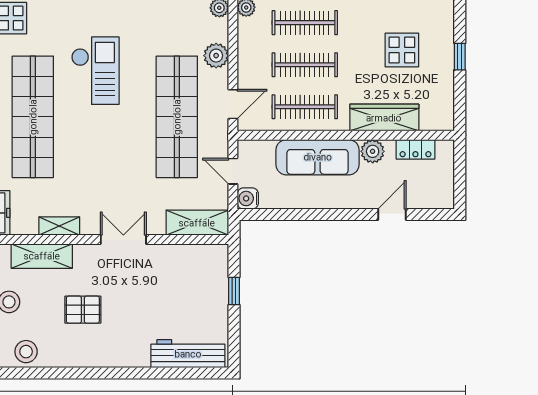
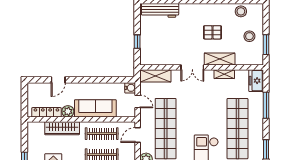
locker: (415, 149) -> (46, 112), width x1.53
shelving: (42, 256) -> (220, 59), moved

